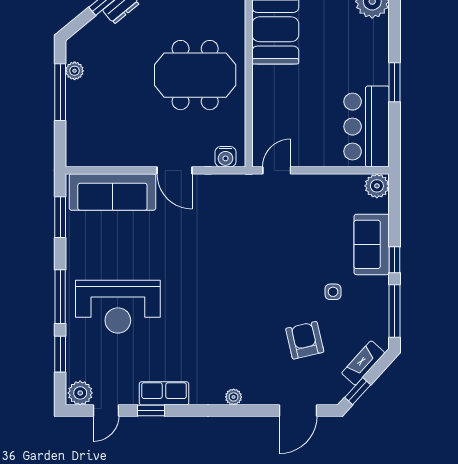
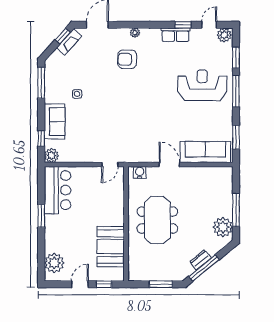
plant: (75, 71) -> (223, 227), width x1.88, depth x1.88
meeting table: (195, 75) -> (157, 220), turned 90
window: (395, 260) -> (41, 139), moved
armchair: (305, 340) -> (127, 59), moved, turned 103
fireplace: (363, 363) -> (69, 42), moved

